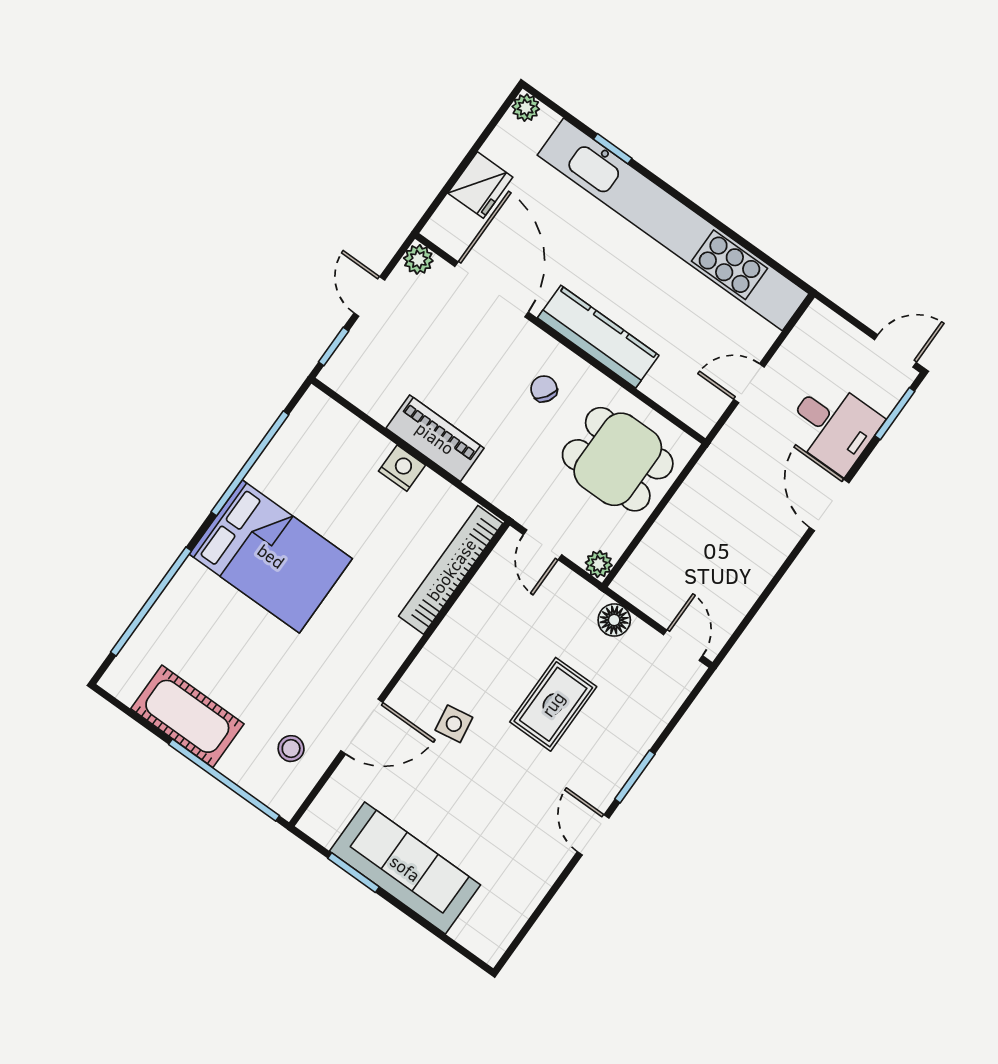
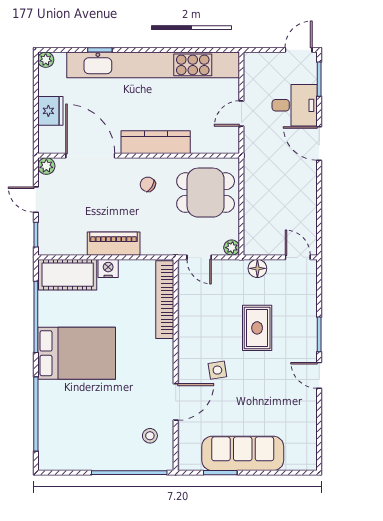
cot: (187, 716) -> (68, 275), moved

